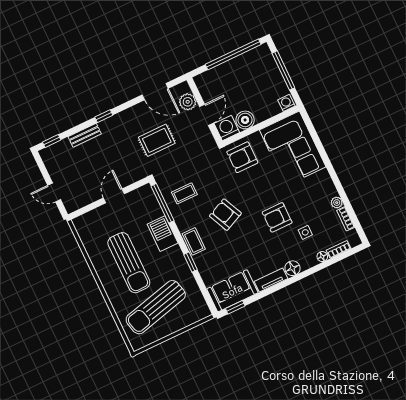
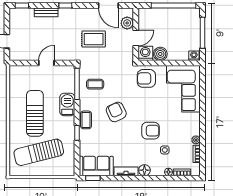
armchair: (277, 217) -> (150, 131), turned 180
sun lounger: (129, 263) -> (35, 113), turned 180

